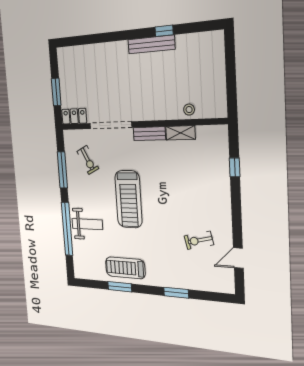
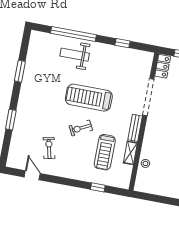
exercise bike: (88, 160) -> (81, 128), moved
window: (62, 170) -> (123, 43), width x0.46
weight bench: (87, 224) -> (75, 55), turned 90
treadmill: (125, 268) -> (105, 152), moved, turned 180

